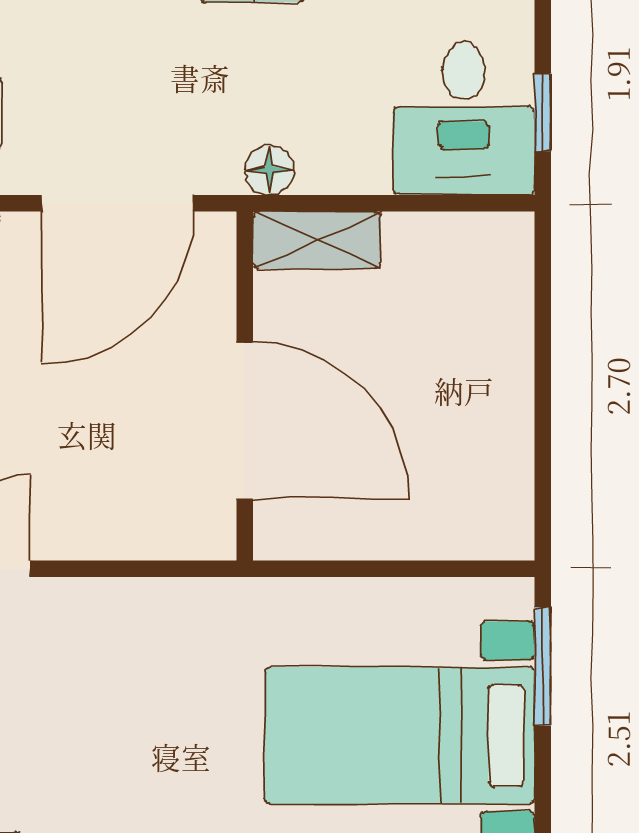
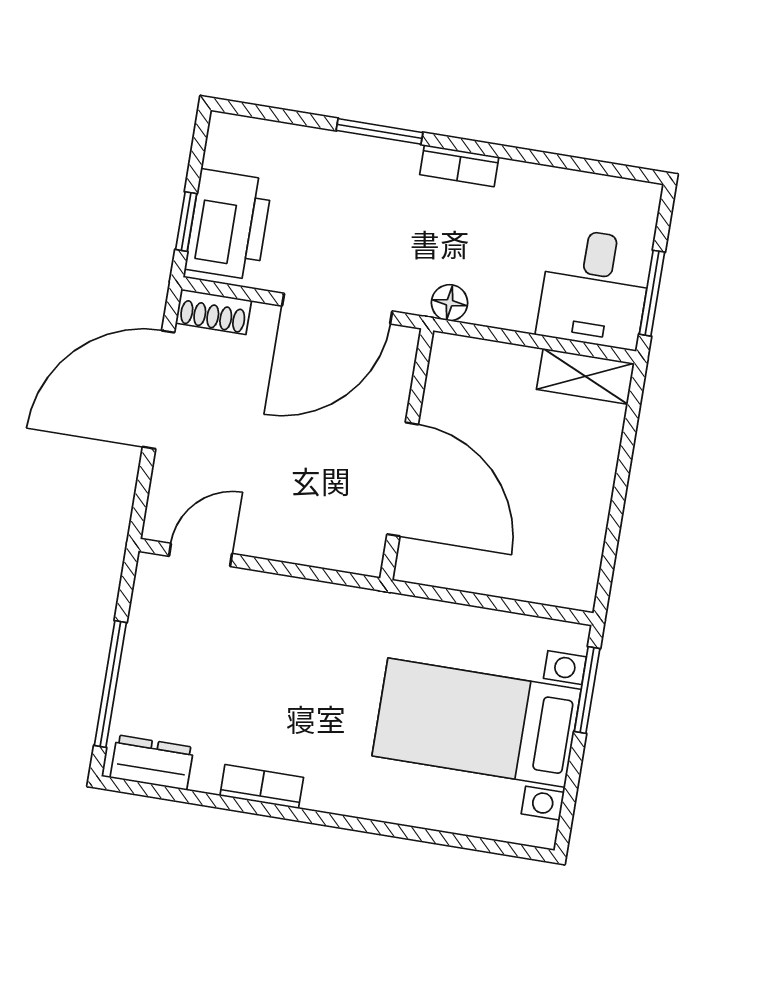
window: (543, 112) -> (652, 293), width x1.50
shelving: (317, 240) -> (585, 376), moved

